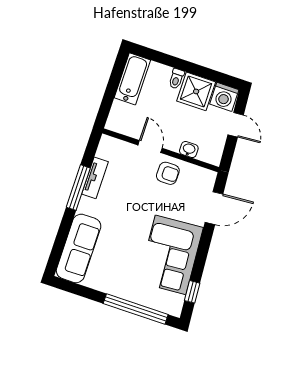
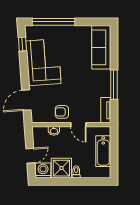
bathtub: (132, 79) -> (103, 151), moved
door: (236, 125) -> (30, 156), swing flipped
tv unit: (95, 178) -> (106, 110), moved

